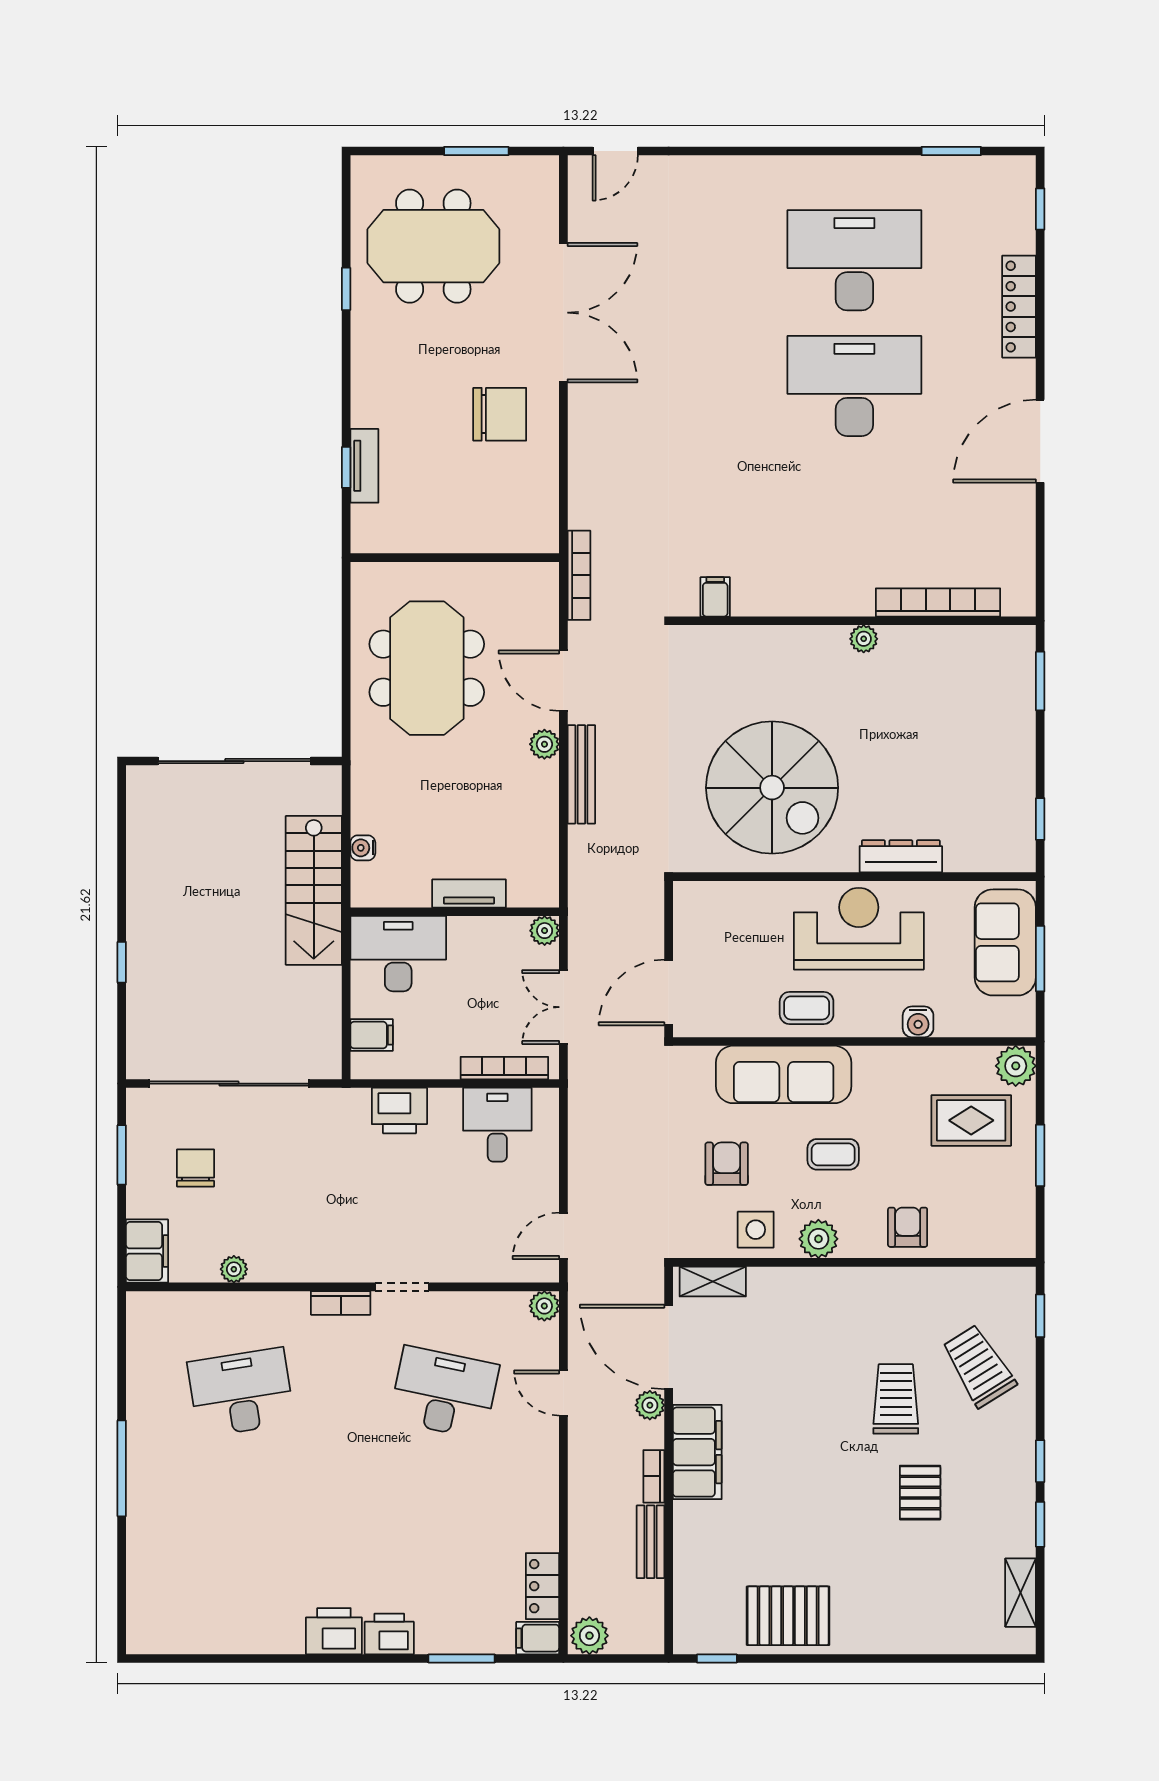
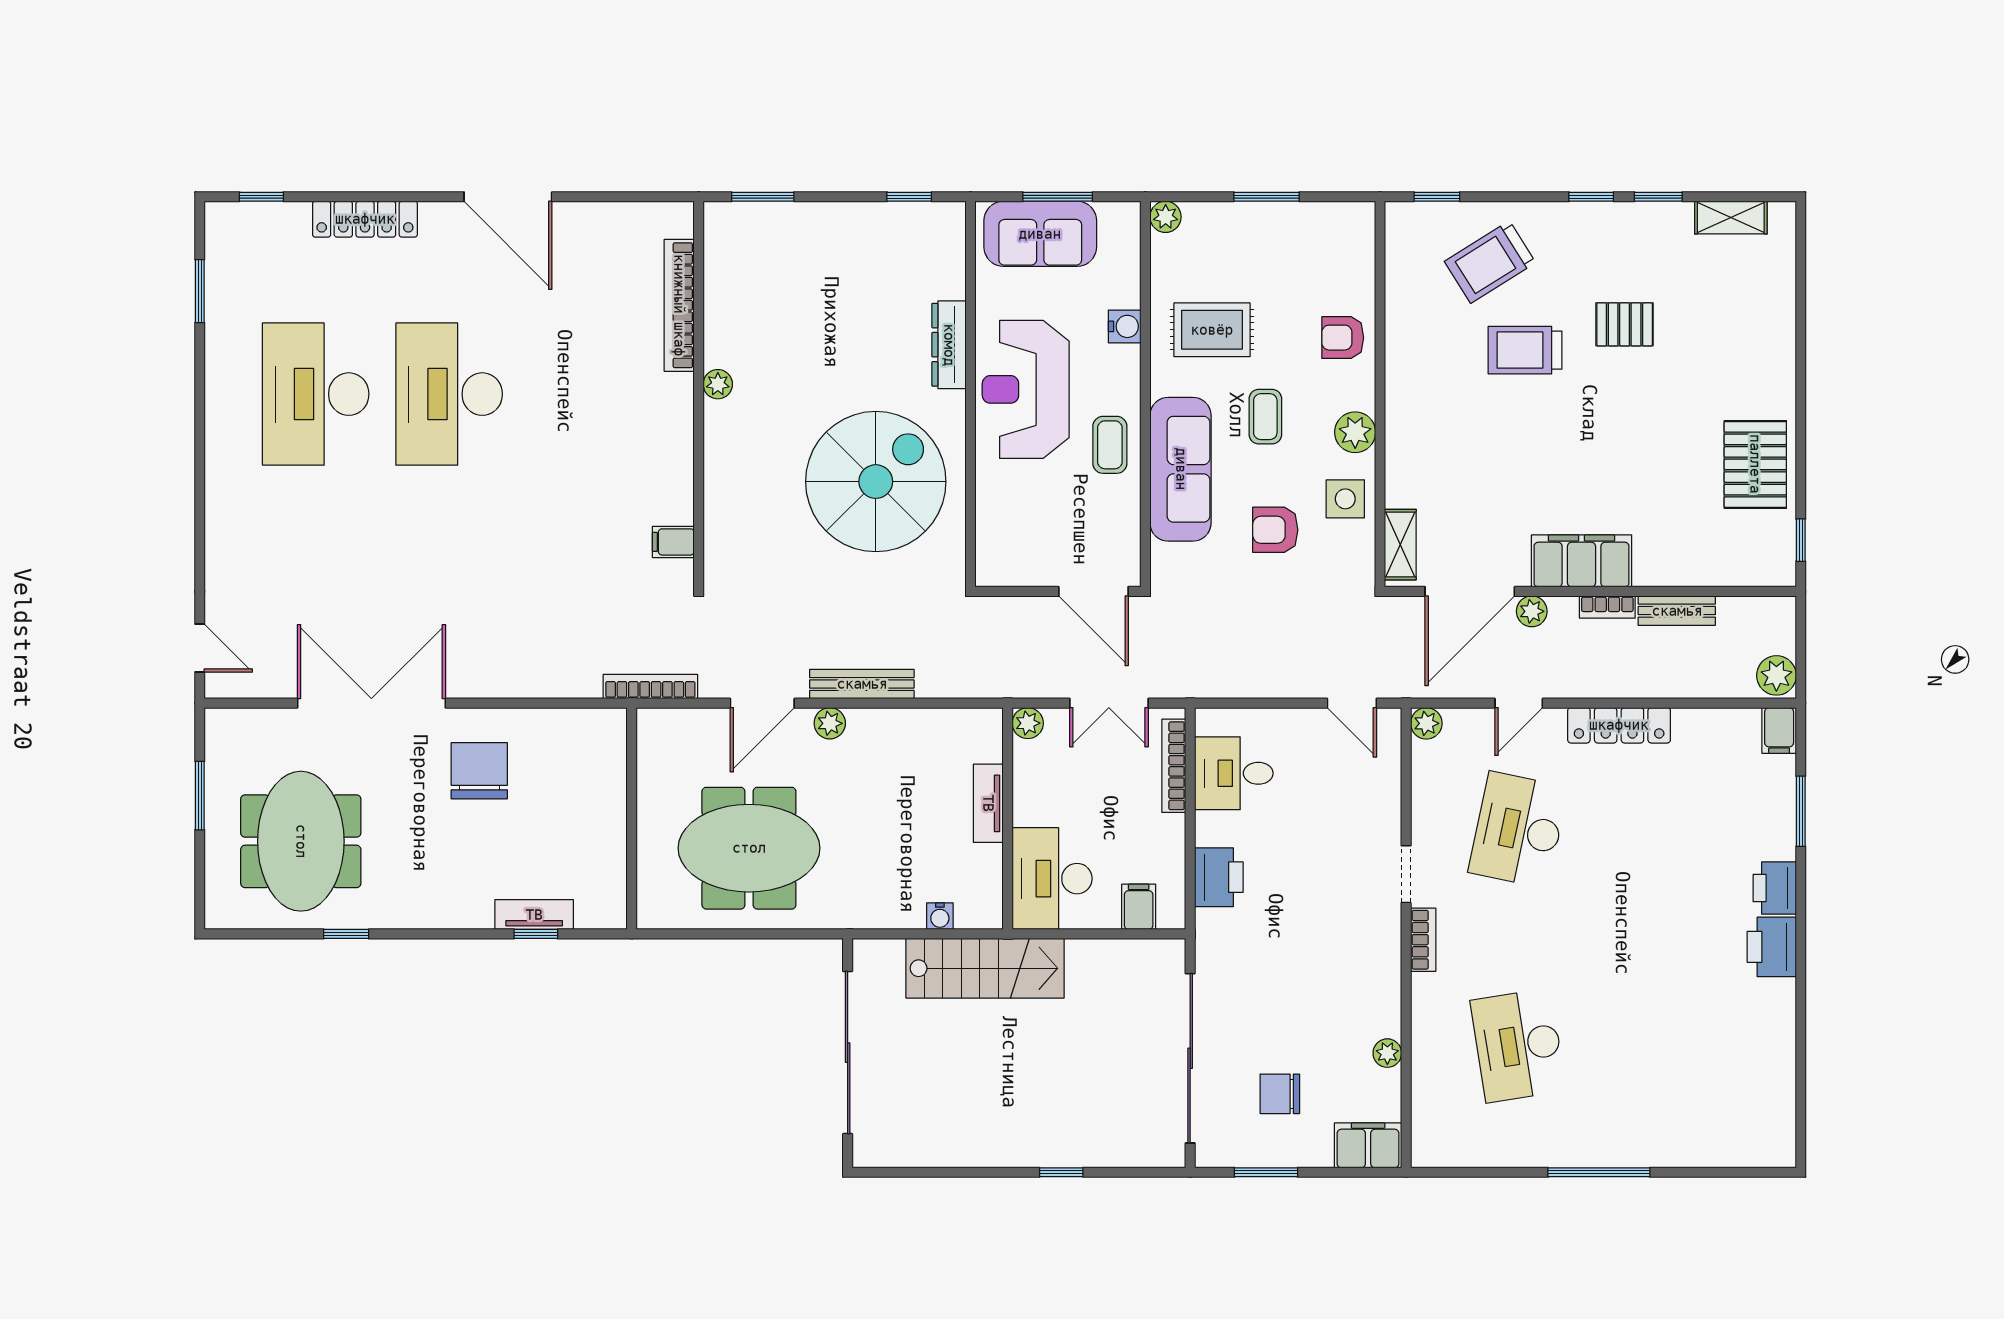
plant: (1016, 1066) -> (1166, 217), width x0.73, depth x0.73
rug: (971, 1120) -> (1212, 330), moved, turned 90
locker: (543, 1586) -> (1619, 725), moved, width x1.53

